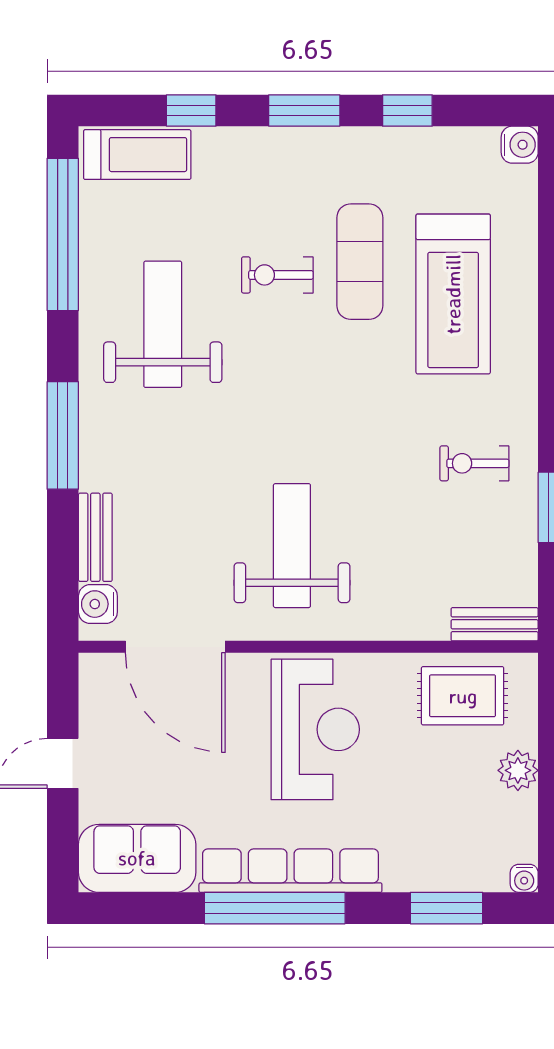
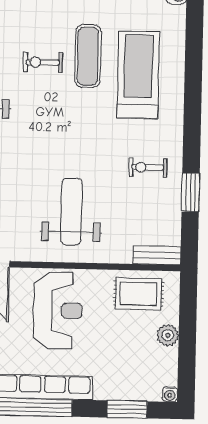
treadmill: (453, 294) -> (138, 75), turned 180
weight bench: (292, 546) -> (71, 211), moved

